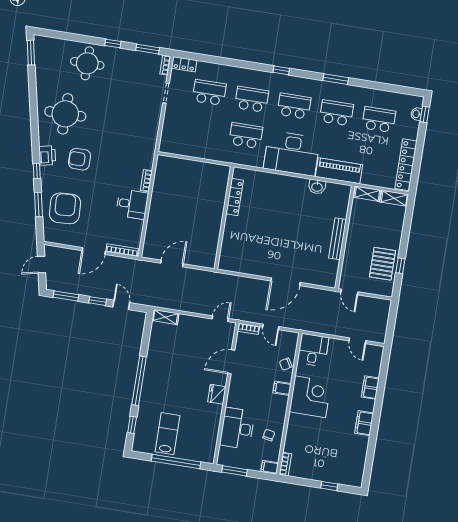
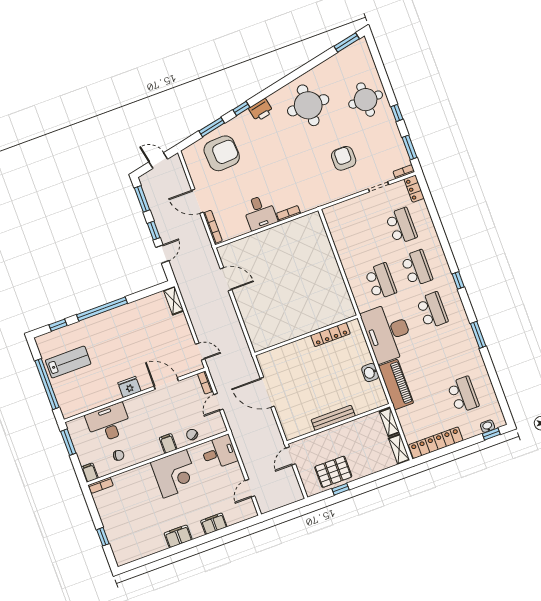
school desk: (336, 113) -> (448, 352), removed
armchair: (80, 159) -> (344, 158), moved
locker: (235, 197) -> (330, 335), moved
wall: (224, 218) -> (306, 335), moved

